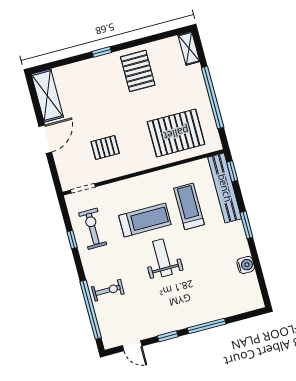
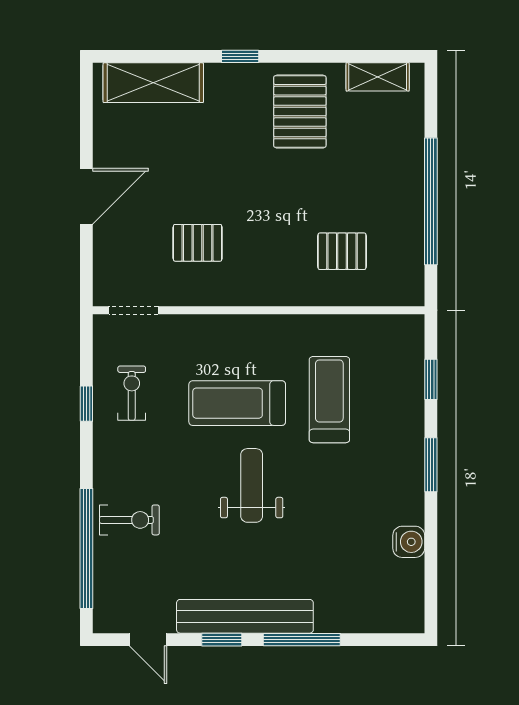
shelving: (189, 48) -> (378, 77), moved, turned 90
shelving: (47, 96) -> (153, 83), moved, turned 90
pallet: (176, 133) -> (342, 251), width x0.49, depth x0.50
window: (232, 171) -> (431, 379), moved
bench: (225, 188) -> (245, 616), moved, turned 90
treadmill: (145, 220) -> (237, 403), turned 180
exercise bike: (93, 229) -> (132, 393), width x0.73, depth x0.72

